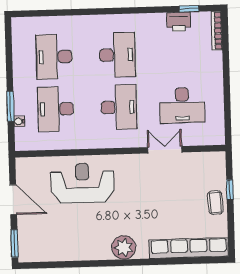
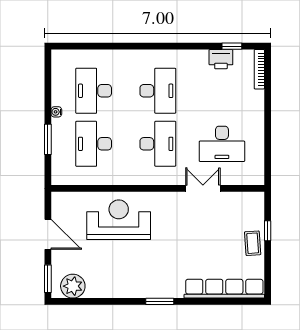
water cooler: (19, 121) -> (56, 112), moved
plant: (124, 247) -> (73, 286), moved
window: (126, 263) -> (160, 301), added

